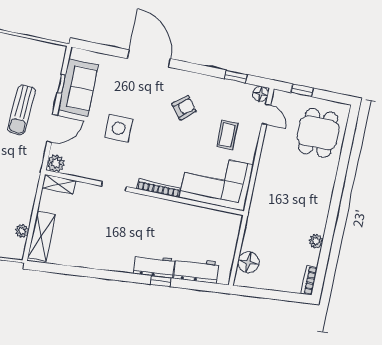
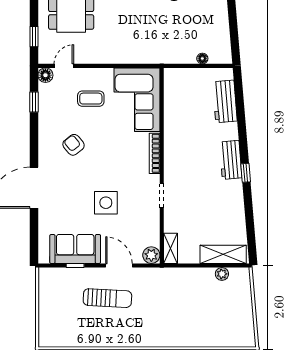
floor lamp: (248, 262) -> (202, 58), width x0.53, depth x0.53
workbench: (154, 266) -> (231, 160), moved
window: (161, 281) -> (246, 173), moved

